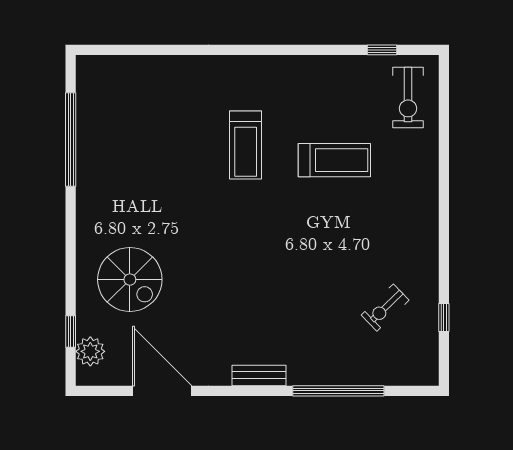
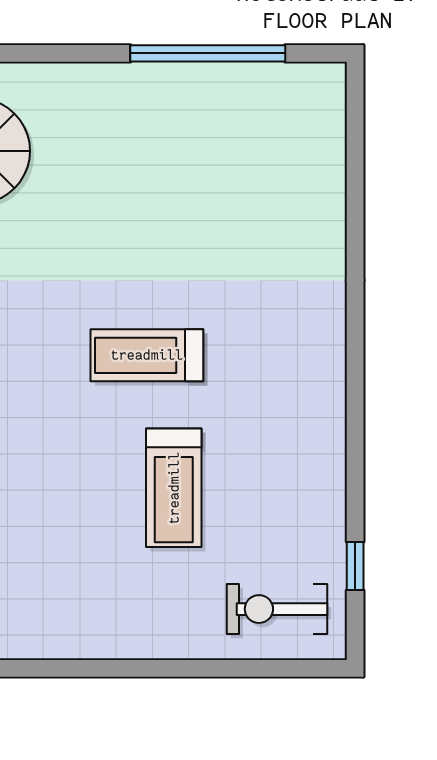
treadmill: (246, 145) -> (147, 355), moved

